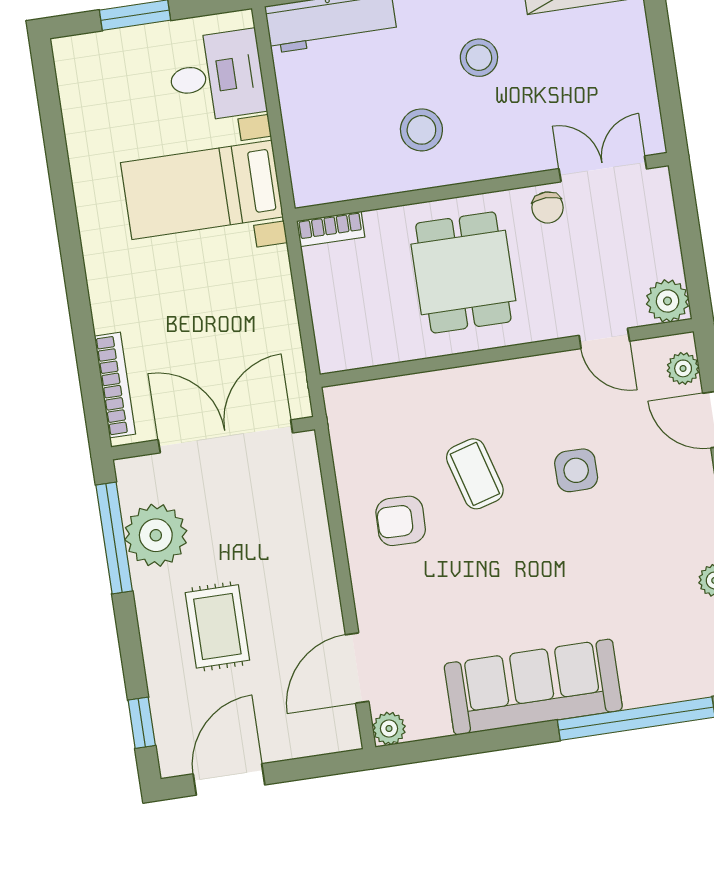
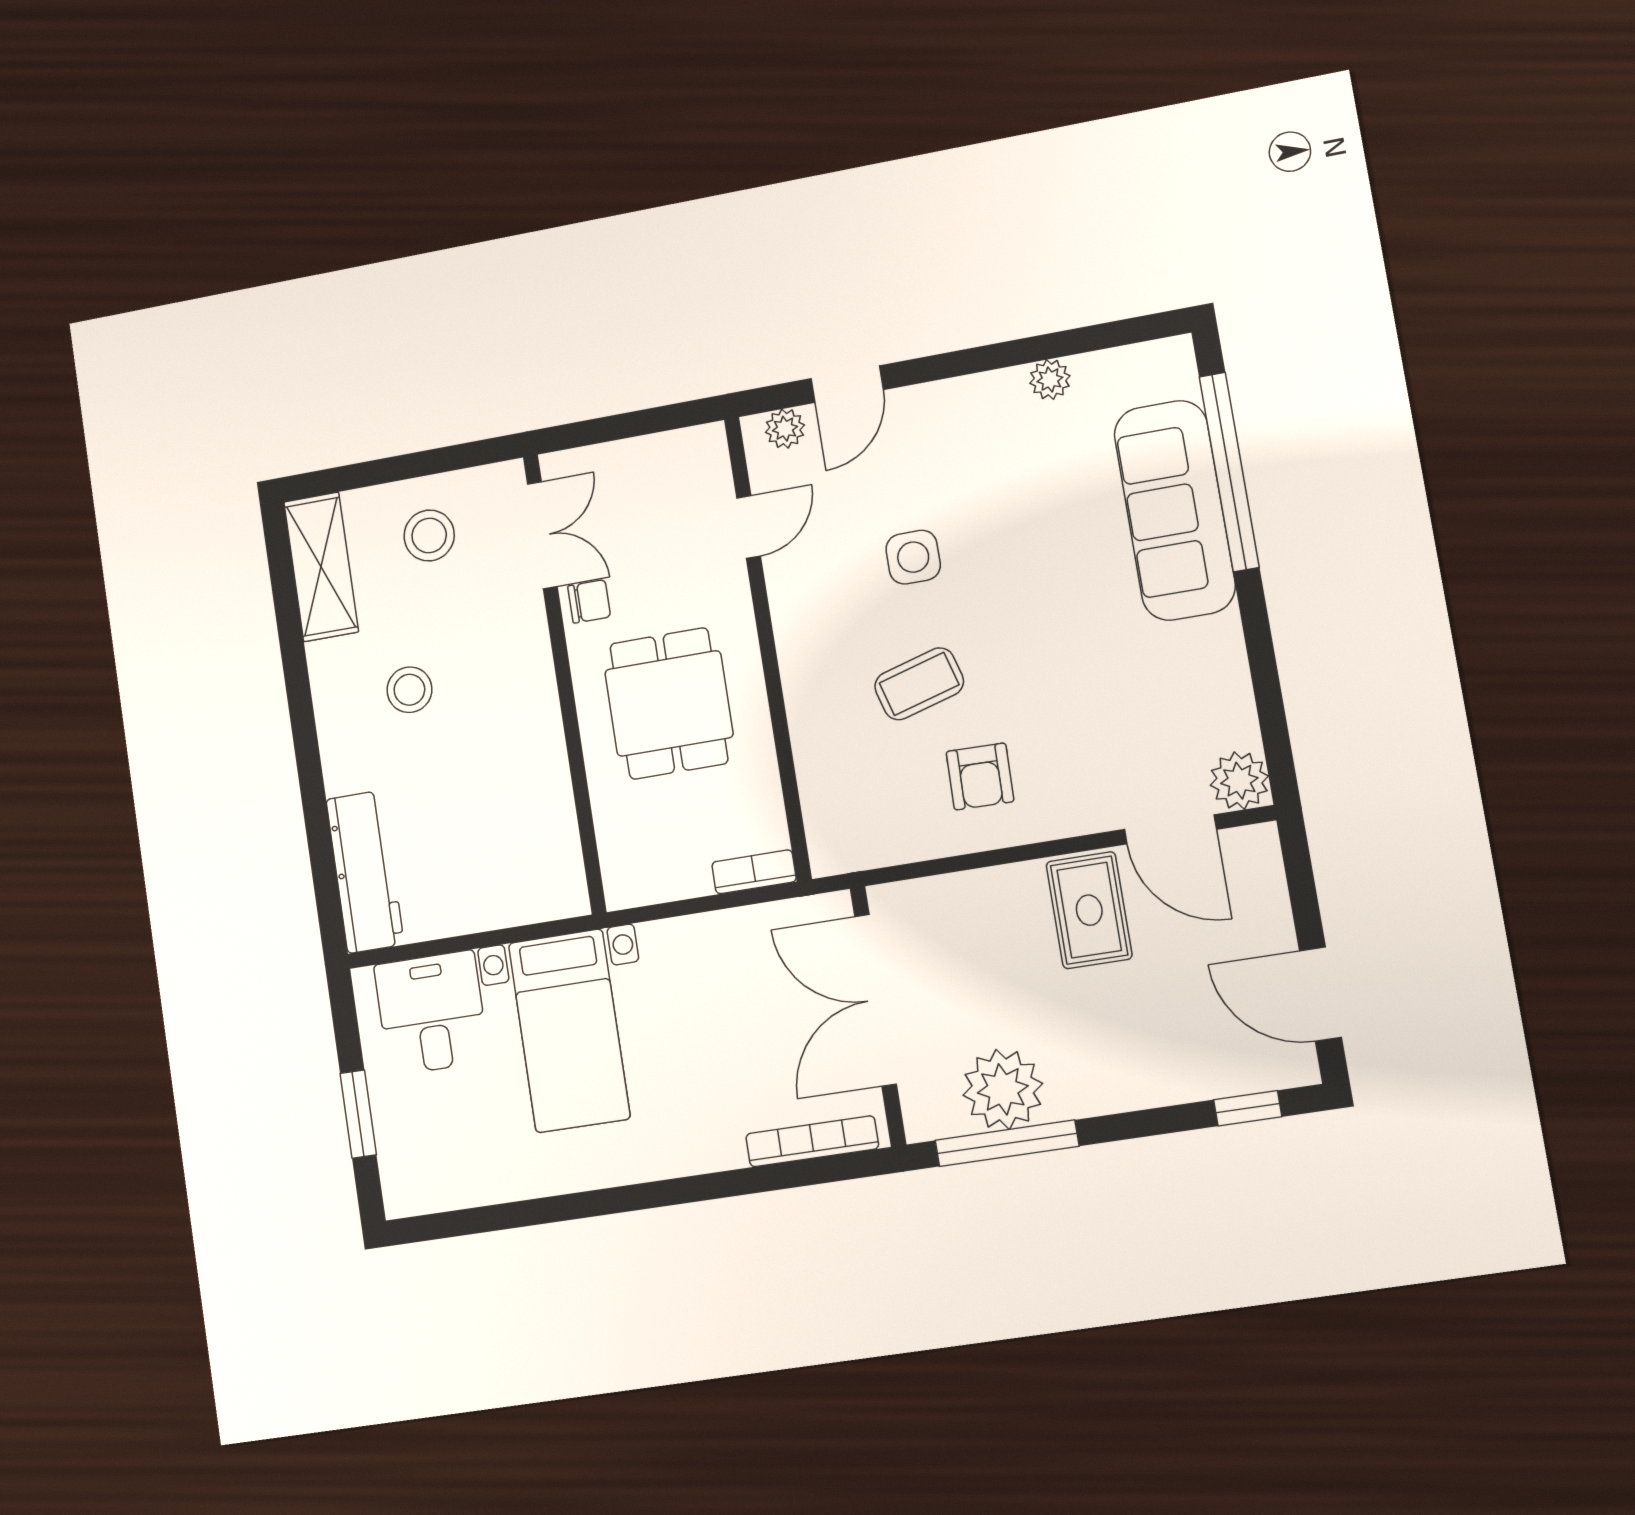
stool: (421, 130) -> (429, 535), moved
double door: (603, 169) -> (542, 535), swing flipped
bookcase: (331, 229) -> (754, 872), moved, turned -90
dining table: (463, 272) -> (669, 703), turned 90
plant: (668, 301) -> (702, 451), removed
rug: (217, 626) -> (1089, 910), moved, turned 90
sofa: (533, 687) -> (1175, 510), moved
plant: (389, 728) -> (1239, 781), width x1.38, depth x1.38

